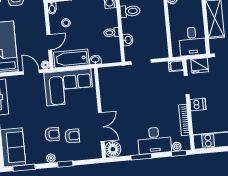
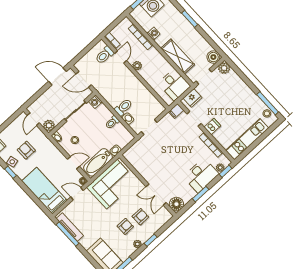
toilet: (130, 11) -> (123, 107), moved
door: (49, 42) -> (73, 163), hinge flipped
double door: (101, 127) -> (156, 195), swing flipped

